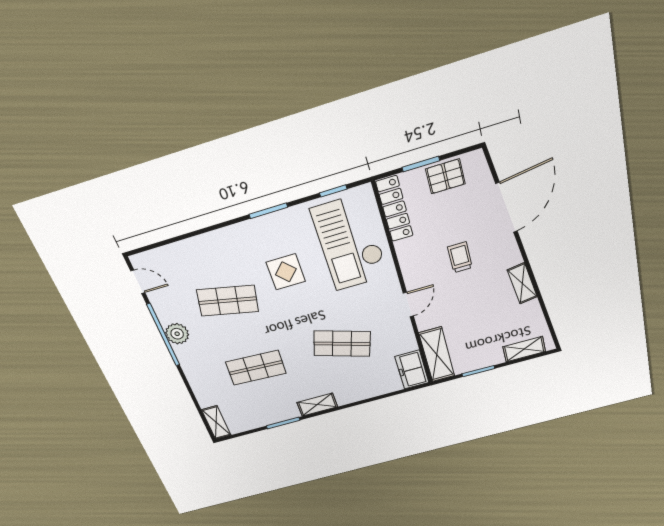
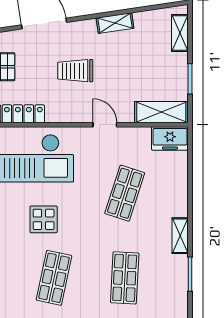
trolley: (460, 257) -> (75, 71), width x1.36, depth x1.39

